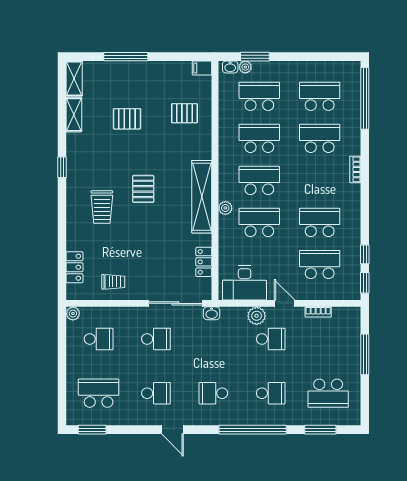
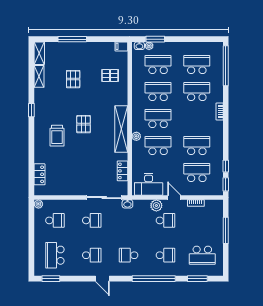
pallet: (127, 119) -> (73, 79), turned 90
trolley: (113, 282) -> (64, 184), removed
school desk: (99, 393) -> (55, 255), turned -90

